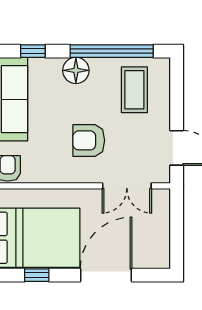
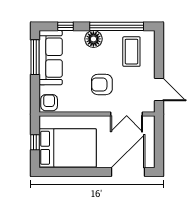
window: (37, 275) -> (68, 172), removed
door: (106, 275) -> (128, 172), moved

